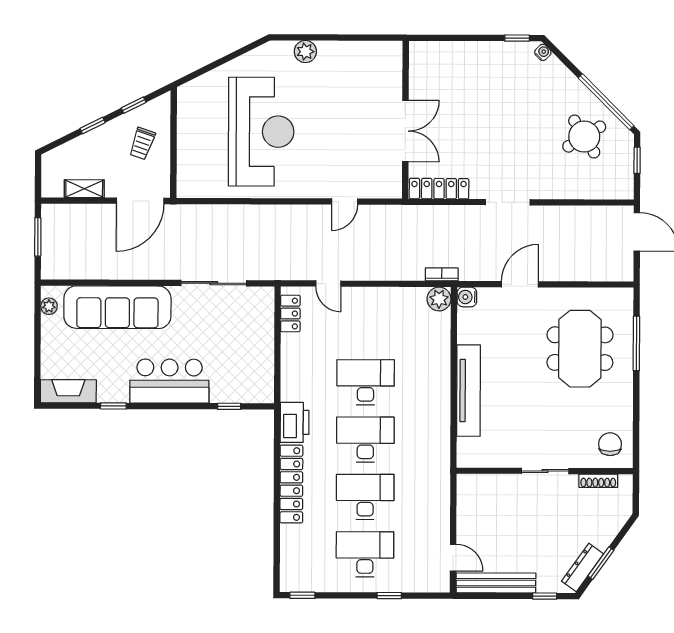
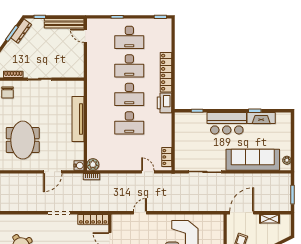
fireplace: (68, 391) -> (261, 118), moved

